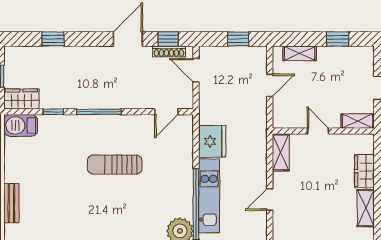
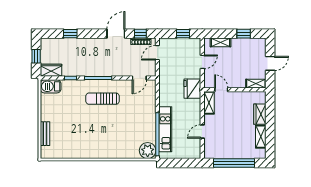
door: (196, 70) -> (157, 53), hinge flipped
door: (318, 131) -> (221, 90), moved
fridge: (212, 141) -> (192, 89), moved, turned 180
sun lounger: (115, 165) -> (102, 99), moved

